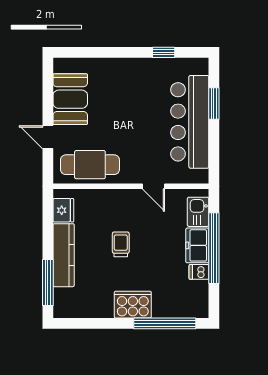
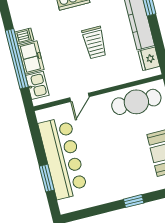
window: (164, 52) -> (134, 201), moved
door: (154, 186) -> (79, 97), swing flipped
trolley: (121, 244) -> (94, 43), width x1.36, depth x1.39

